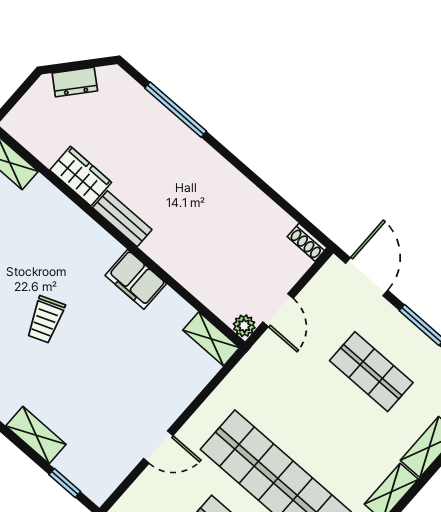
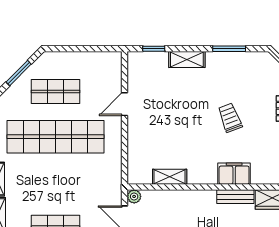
filing cabinet: (136, 279) -> (234, 174), moved
shelving: (211, 339) -> (170, 177), moved

